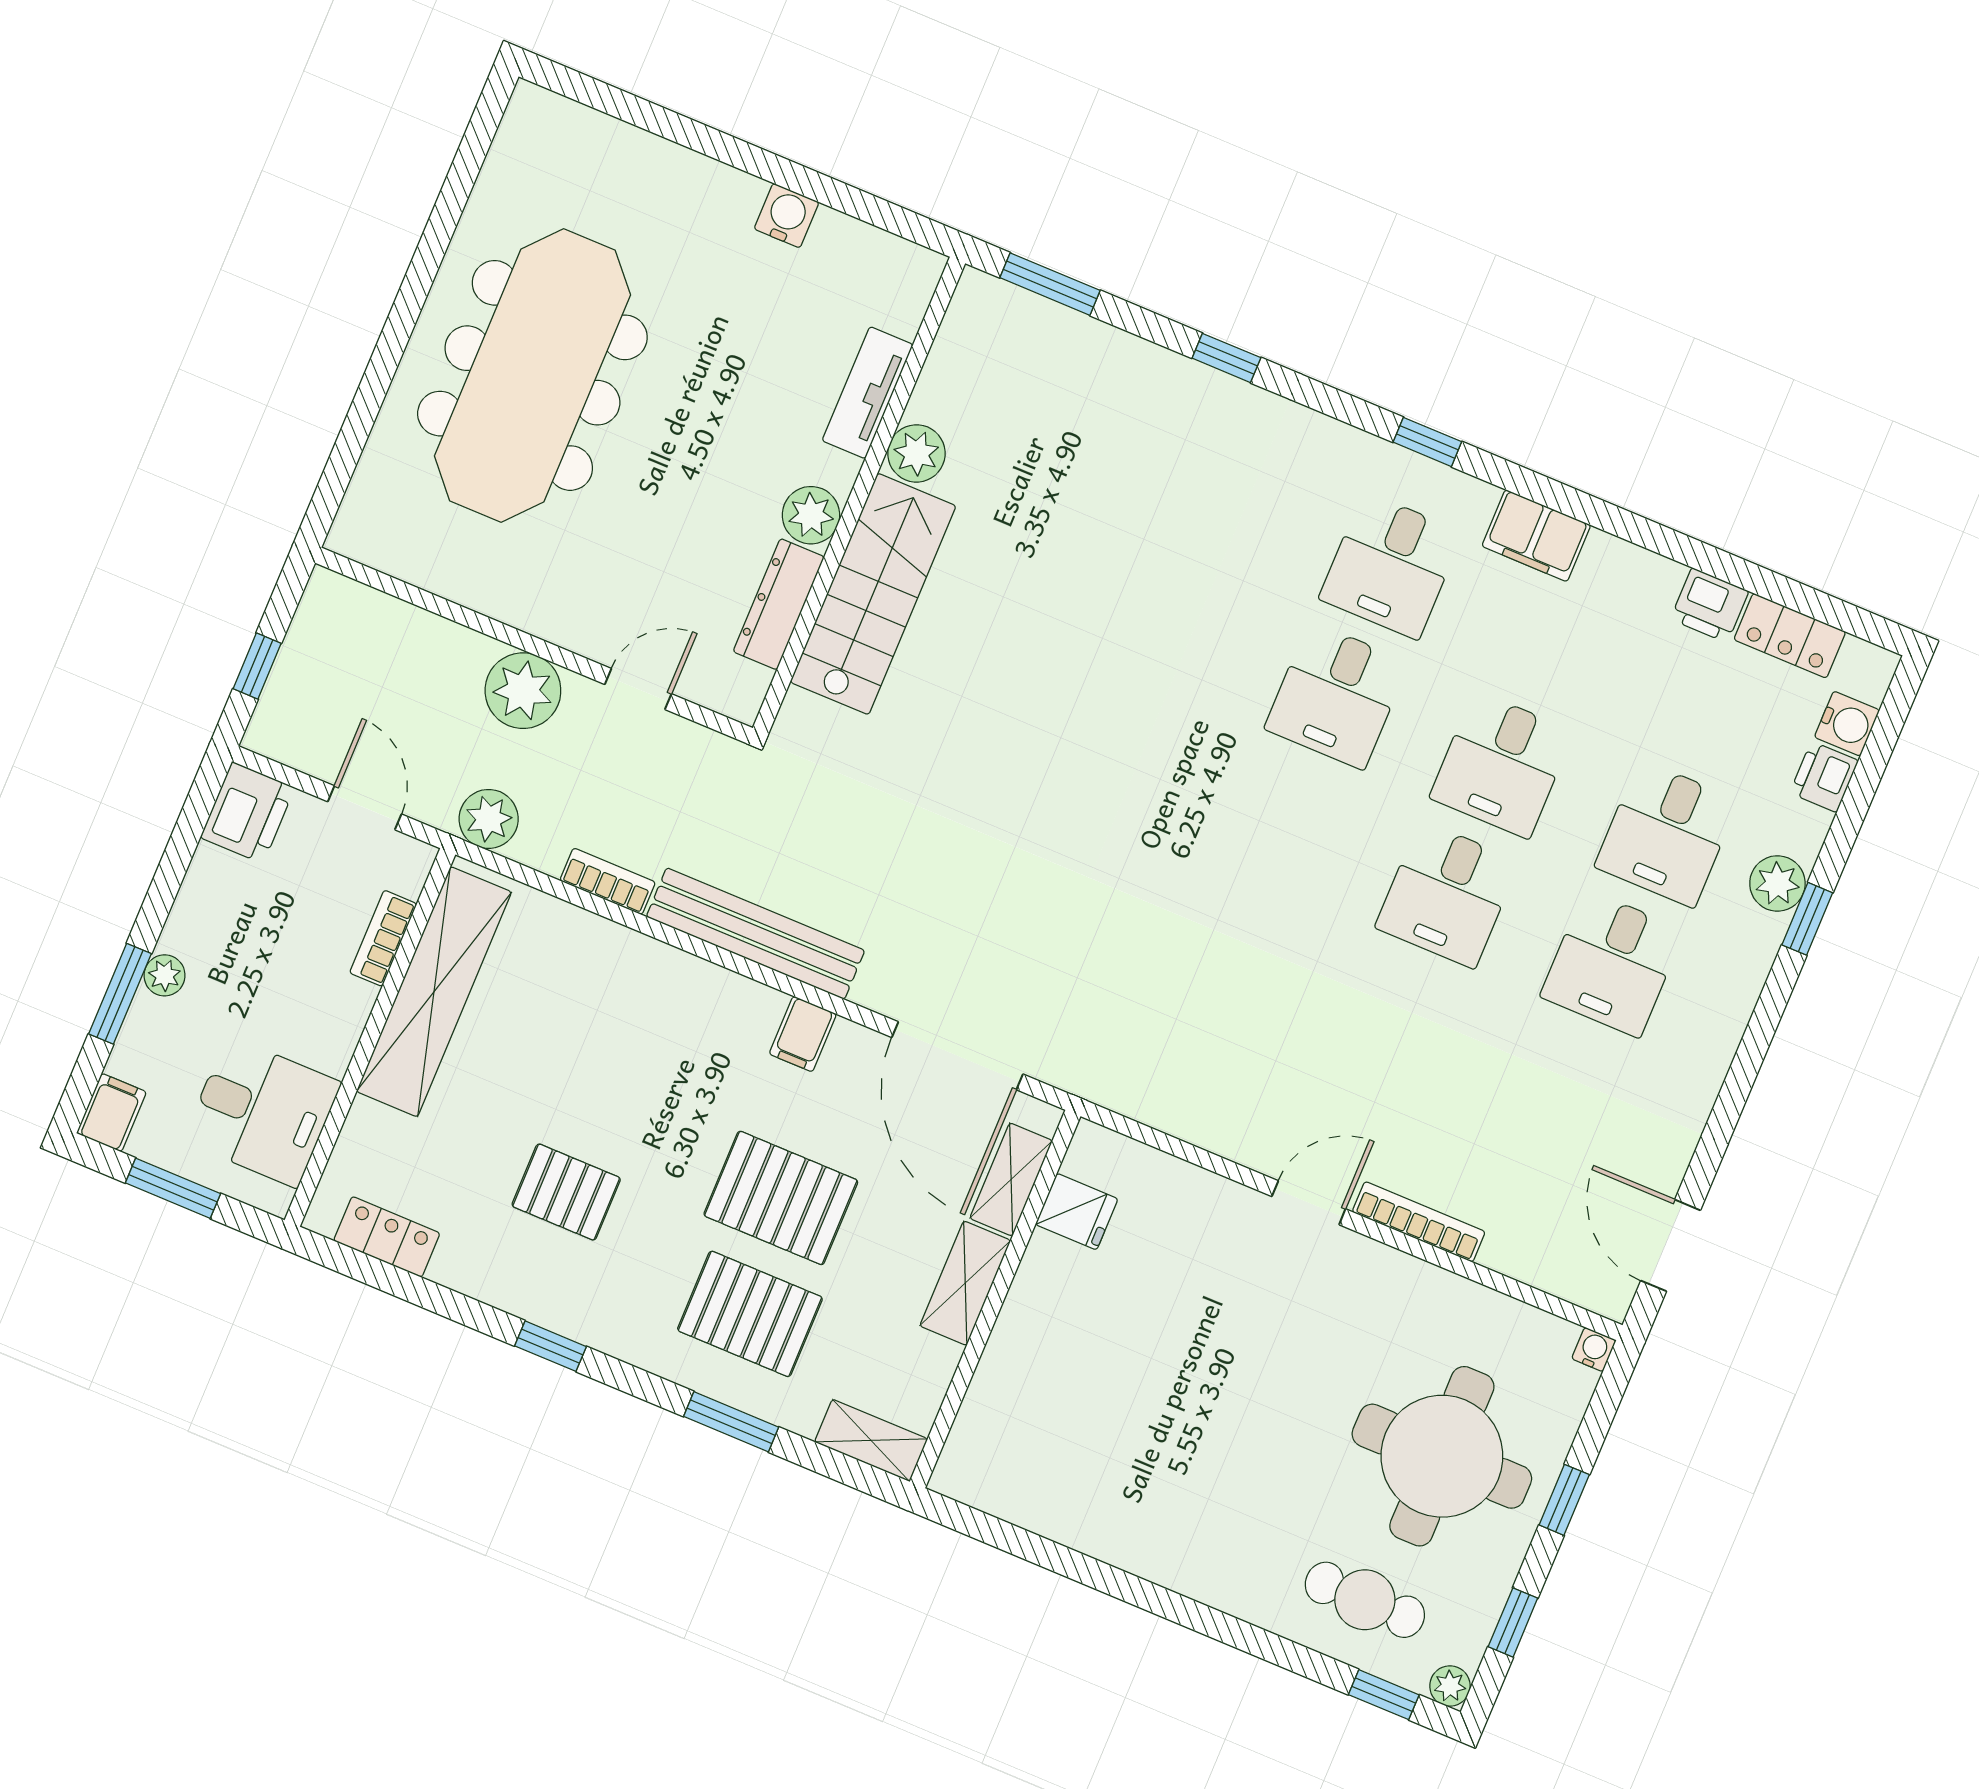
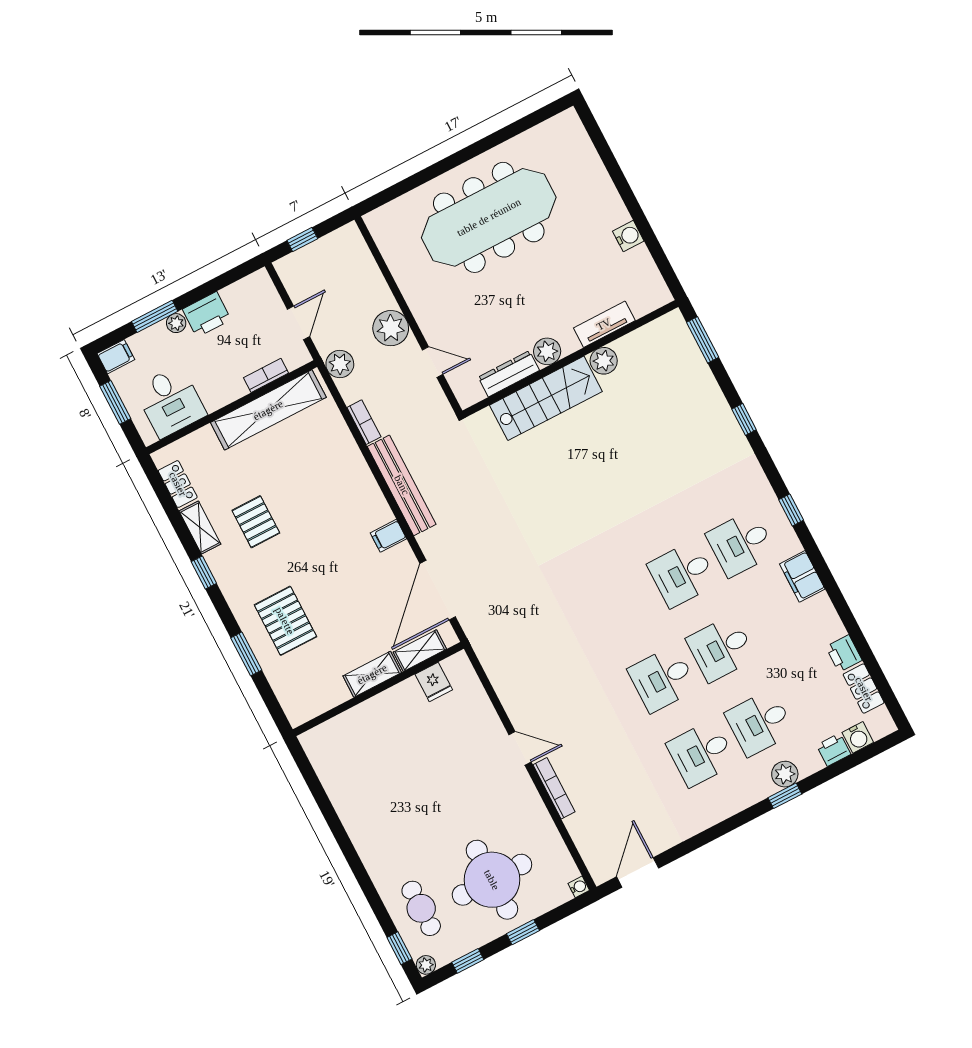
printer: (248, 813) -> (207, 314), moved
pallet: (781, 1198) -> (331, 588), removed
shelving: (871, 1440) -> (200, 528), moved

